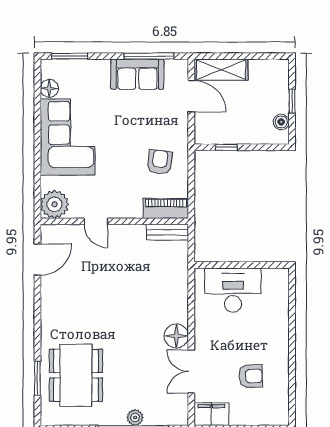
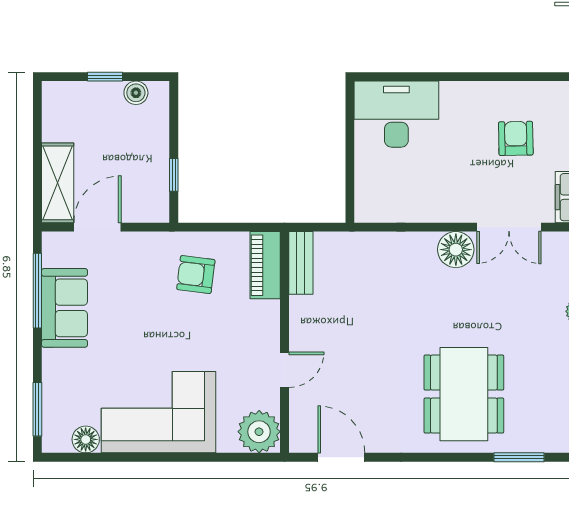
desk: (233, 290) -> (396, 114), moved, turned 90
dining table: (76, 375) -> (464, 394), moved, turned 90

